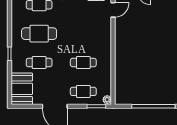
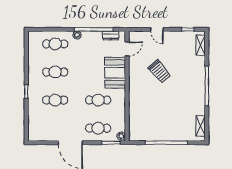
trolley: (146, 33) -> (159, 71), added
cafe table: (39, 34) -> (55, 72), width x0.73, depth x0.74
booth: (22, 89) -> (115, 73), moved

